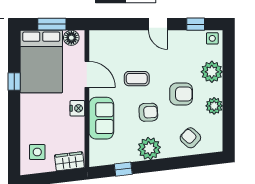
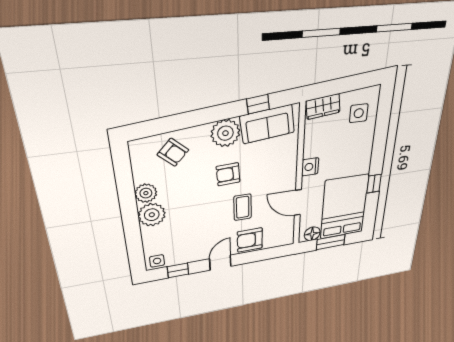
door: (158, 24) -> (220, 263), hinge flipped
plant: (212, 72) -> (152, 215), moved
coffee table: (137, 79) -> (243, 207), turned 90
armchair: (181, 94) -> (250, 240), moved
sofa: (101, 118) -> (267, 124), moved, turned -97

